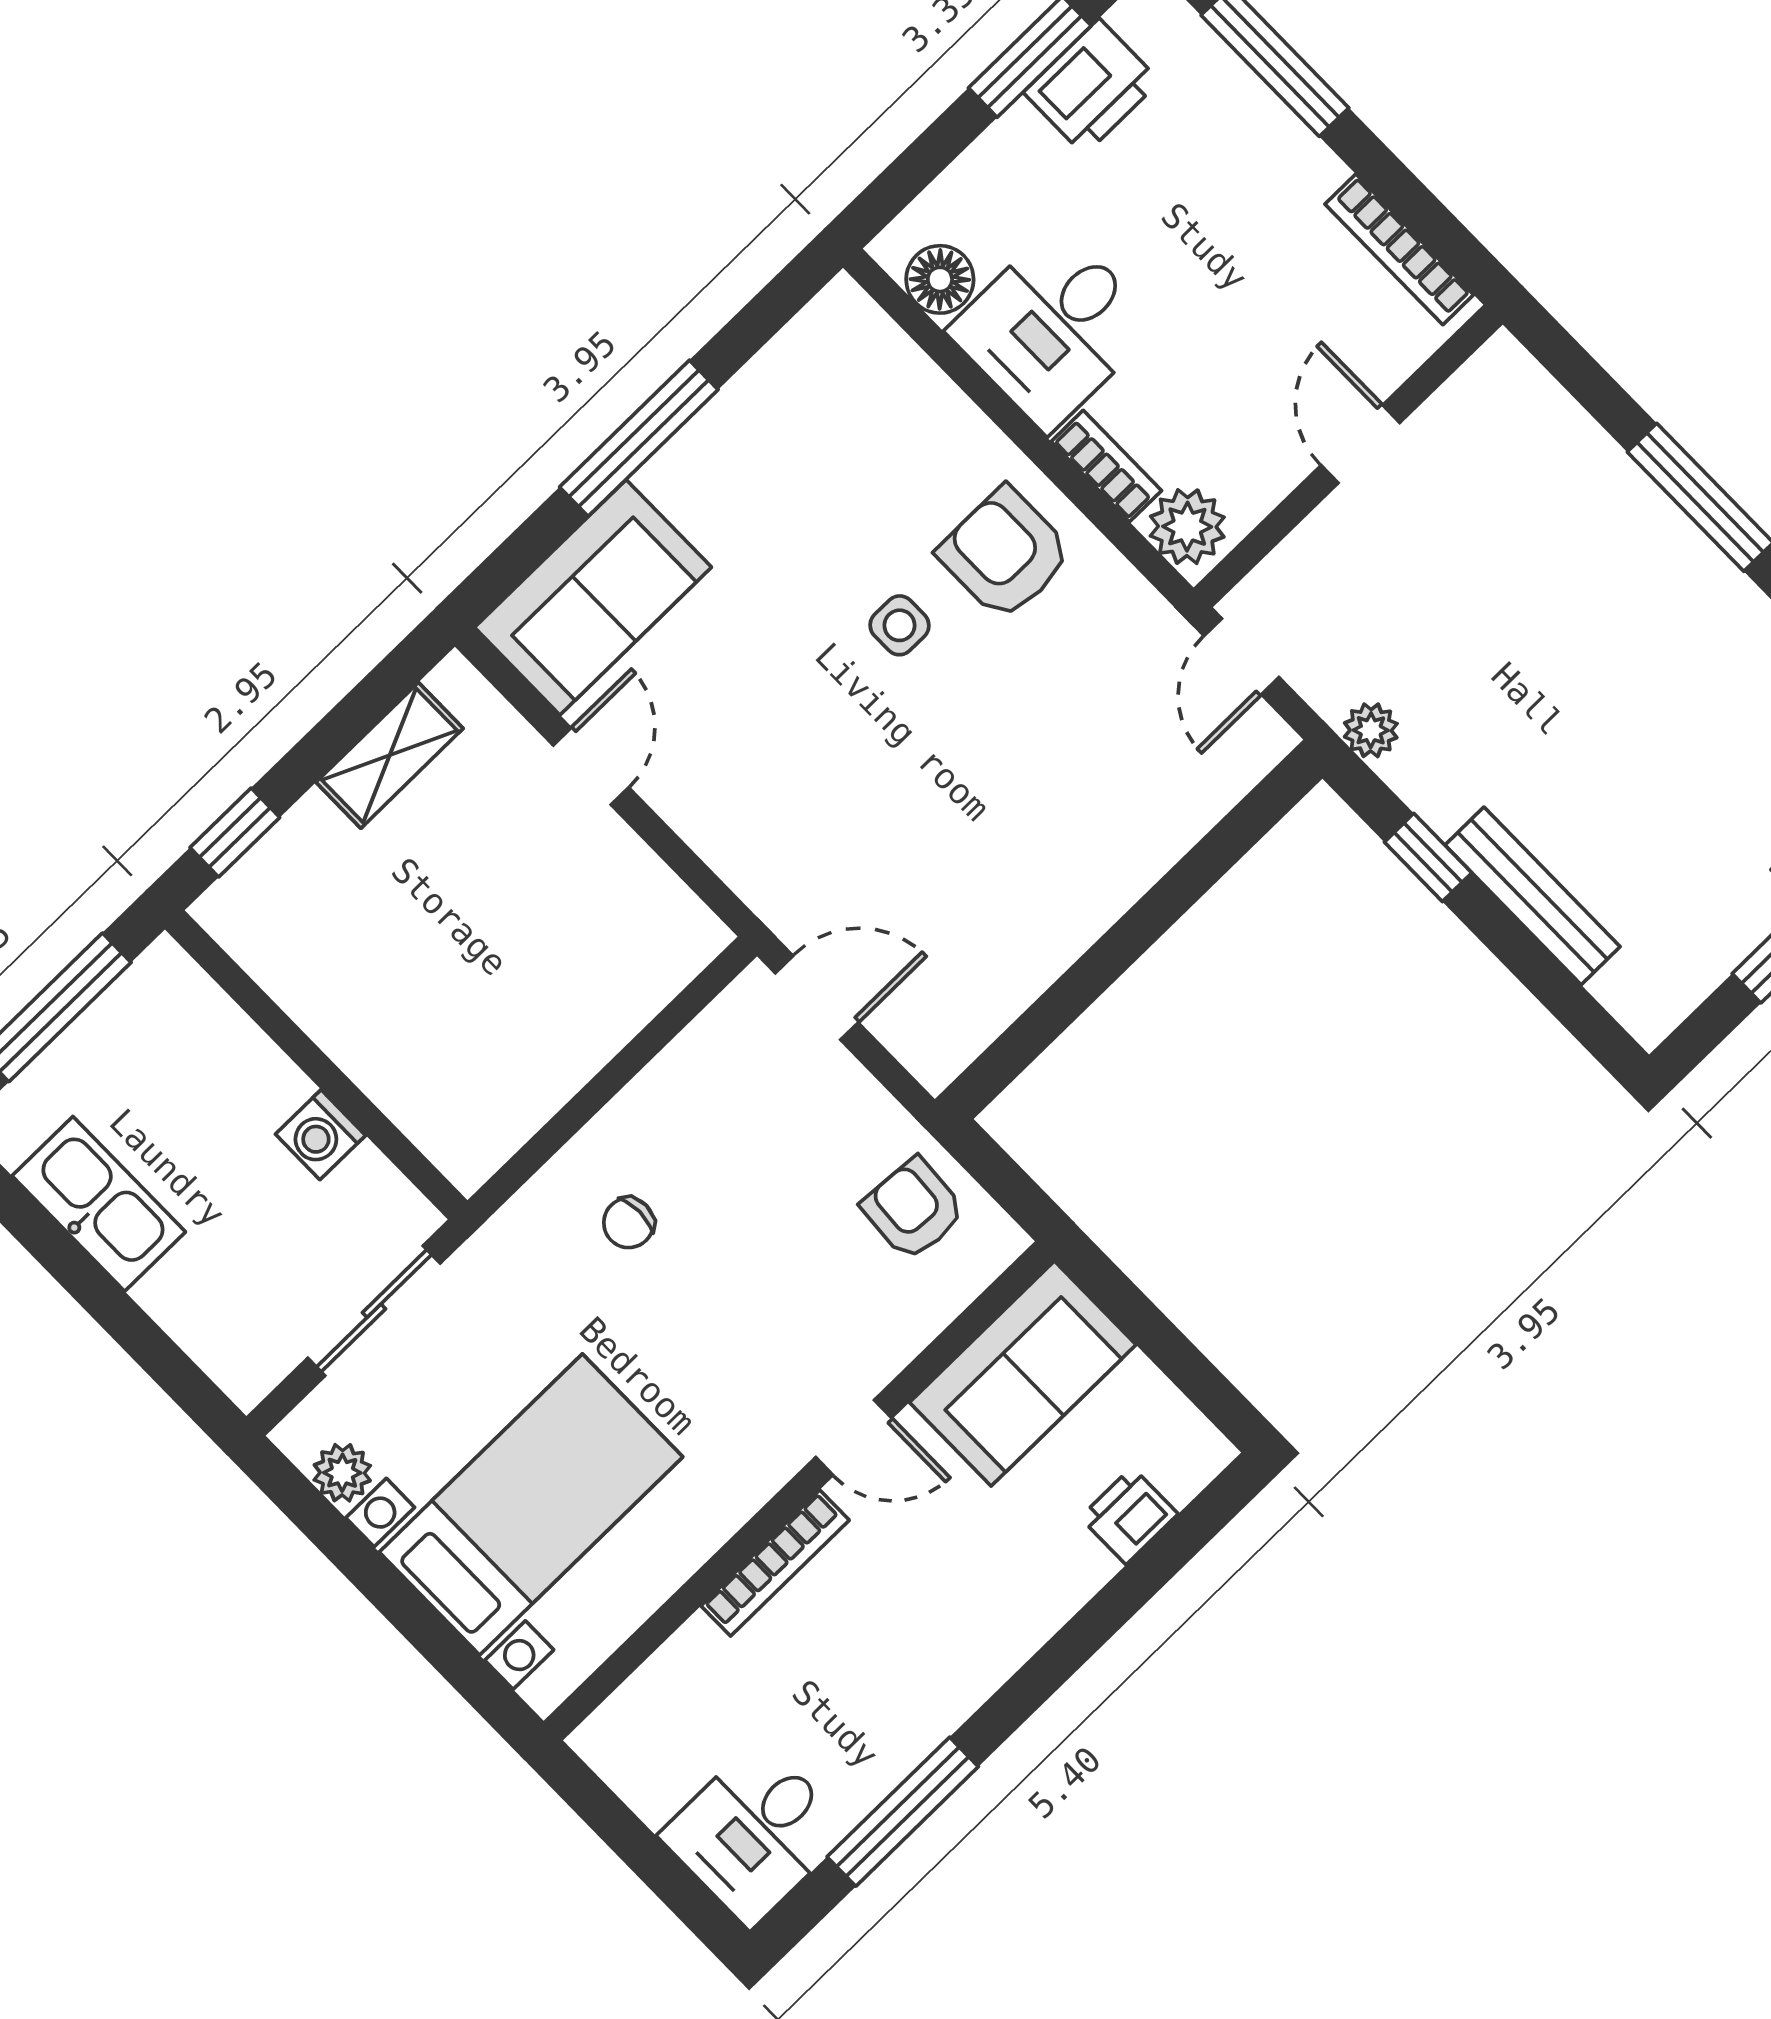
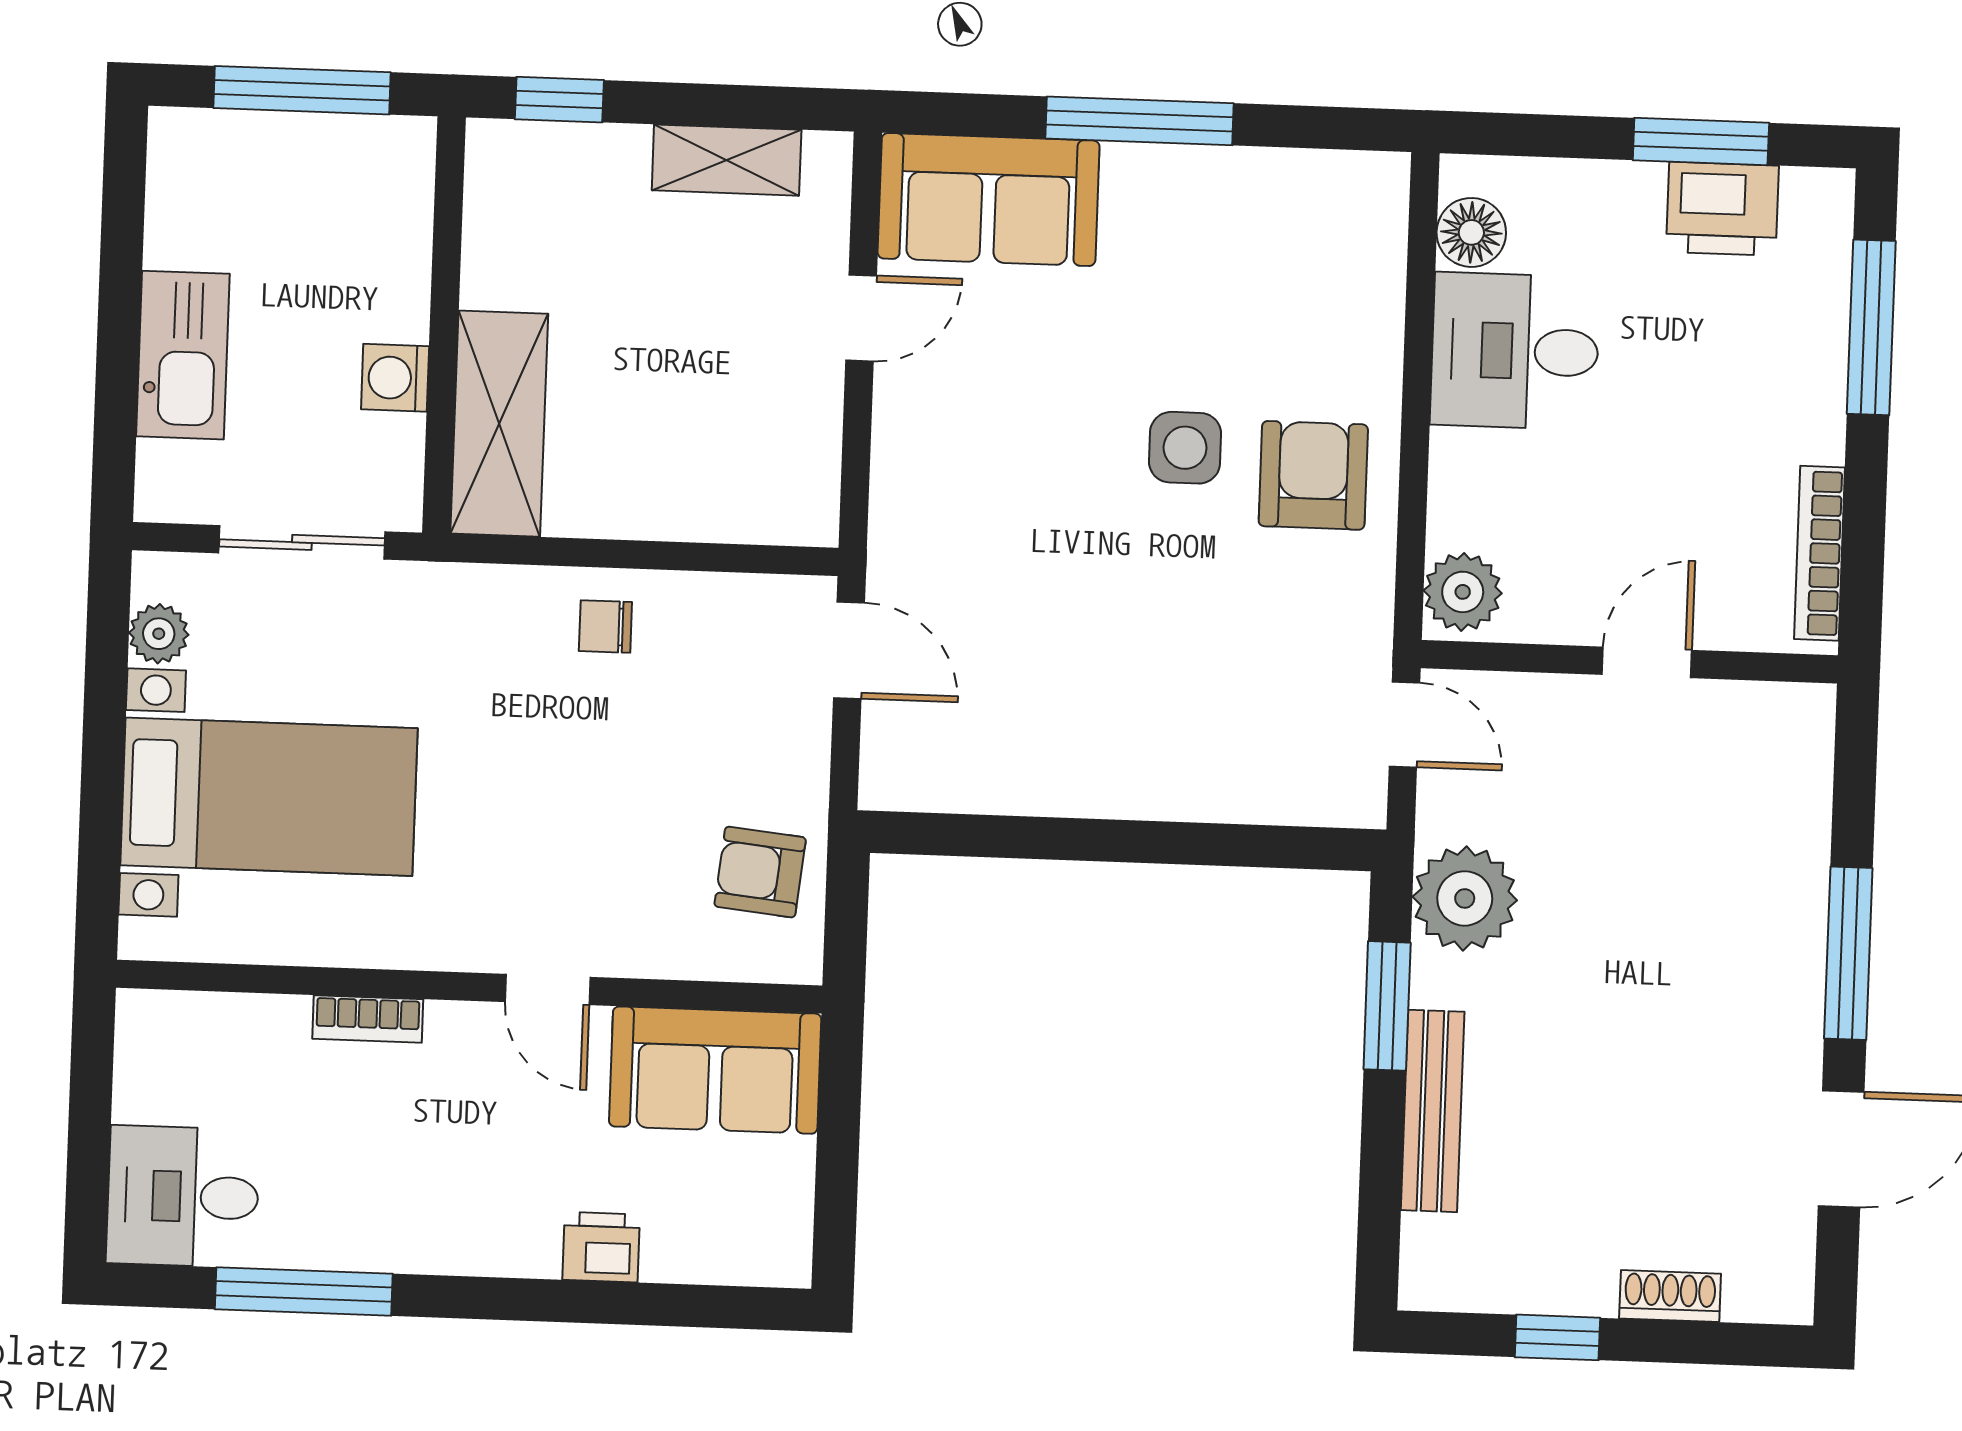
bookcase: (1106, 466) -> (1450, 489), removed
side table: (900, 625) -> (1185, 448), width x1.37, depth x1.37
door: (1242, 657) -> (1404, 725), swing flipped
plant: (1371, 730) -> (1465, 898), width x1.87, depth x1.87
window: (1428, 857) -> (1387, 1006), width x1.50
shelving: (423, 1092) -> (499, 424), added
kitchen sink: (99, 1204) -> (183, 355), moved
armchair: (913, 1209) -> (760, 872), turned -88
chair: (629, 1223) -> (605, 627), moved
printer: (1129, 1516) -> (601, 1247), moved
bookcase: (775, 1563) -> (368, 1019), width x0.64

